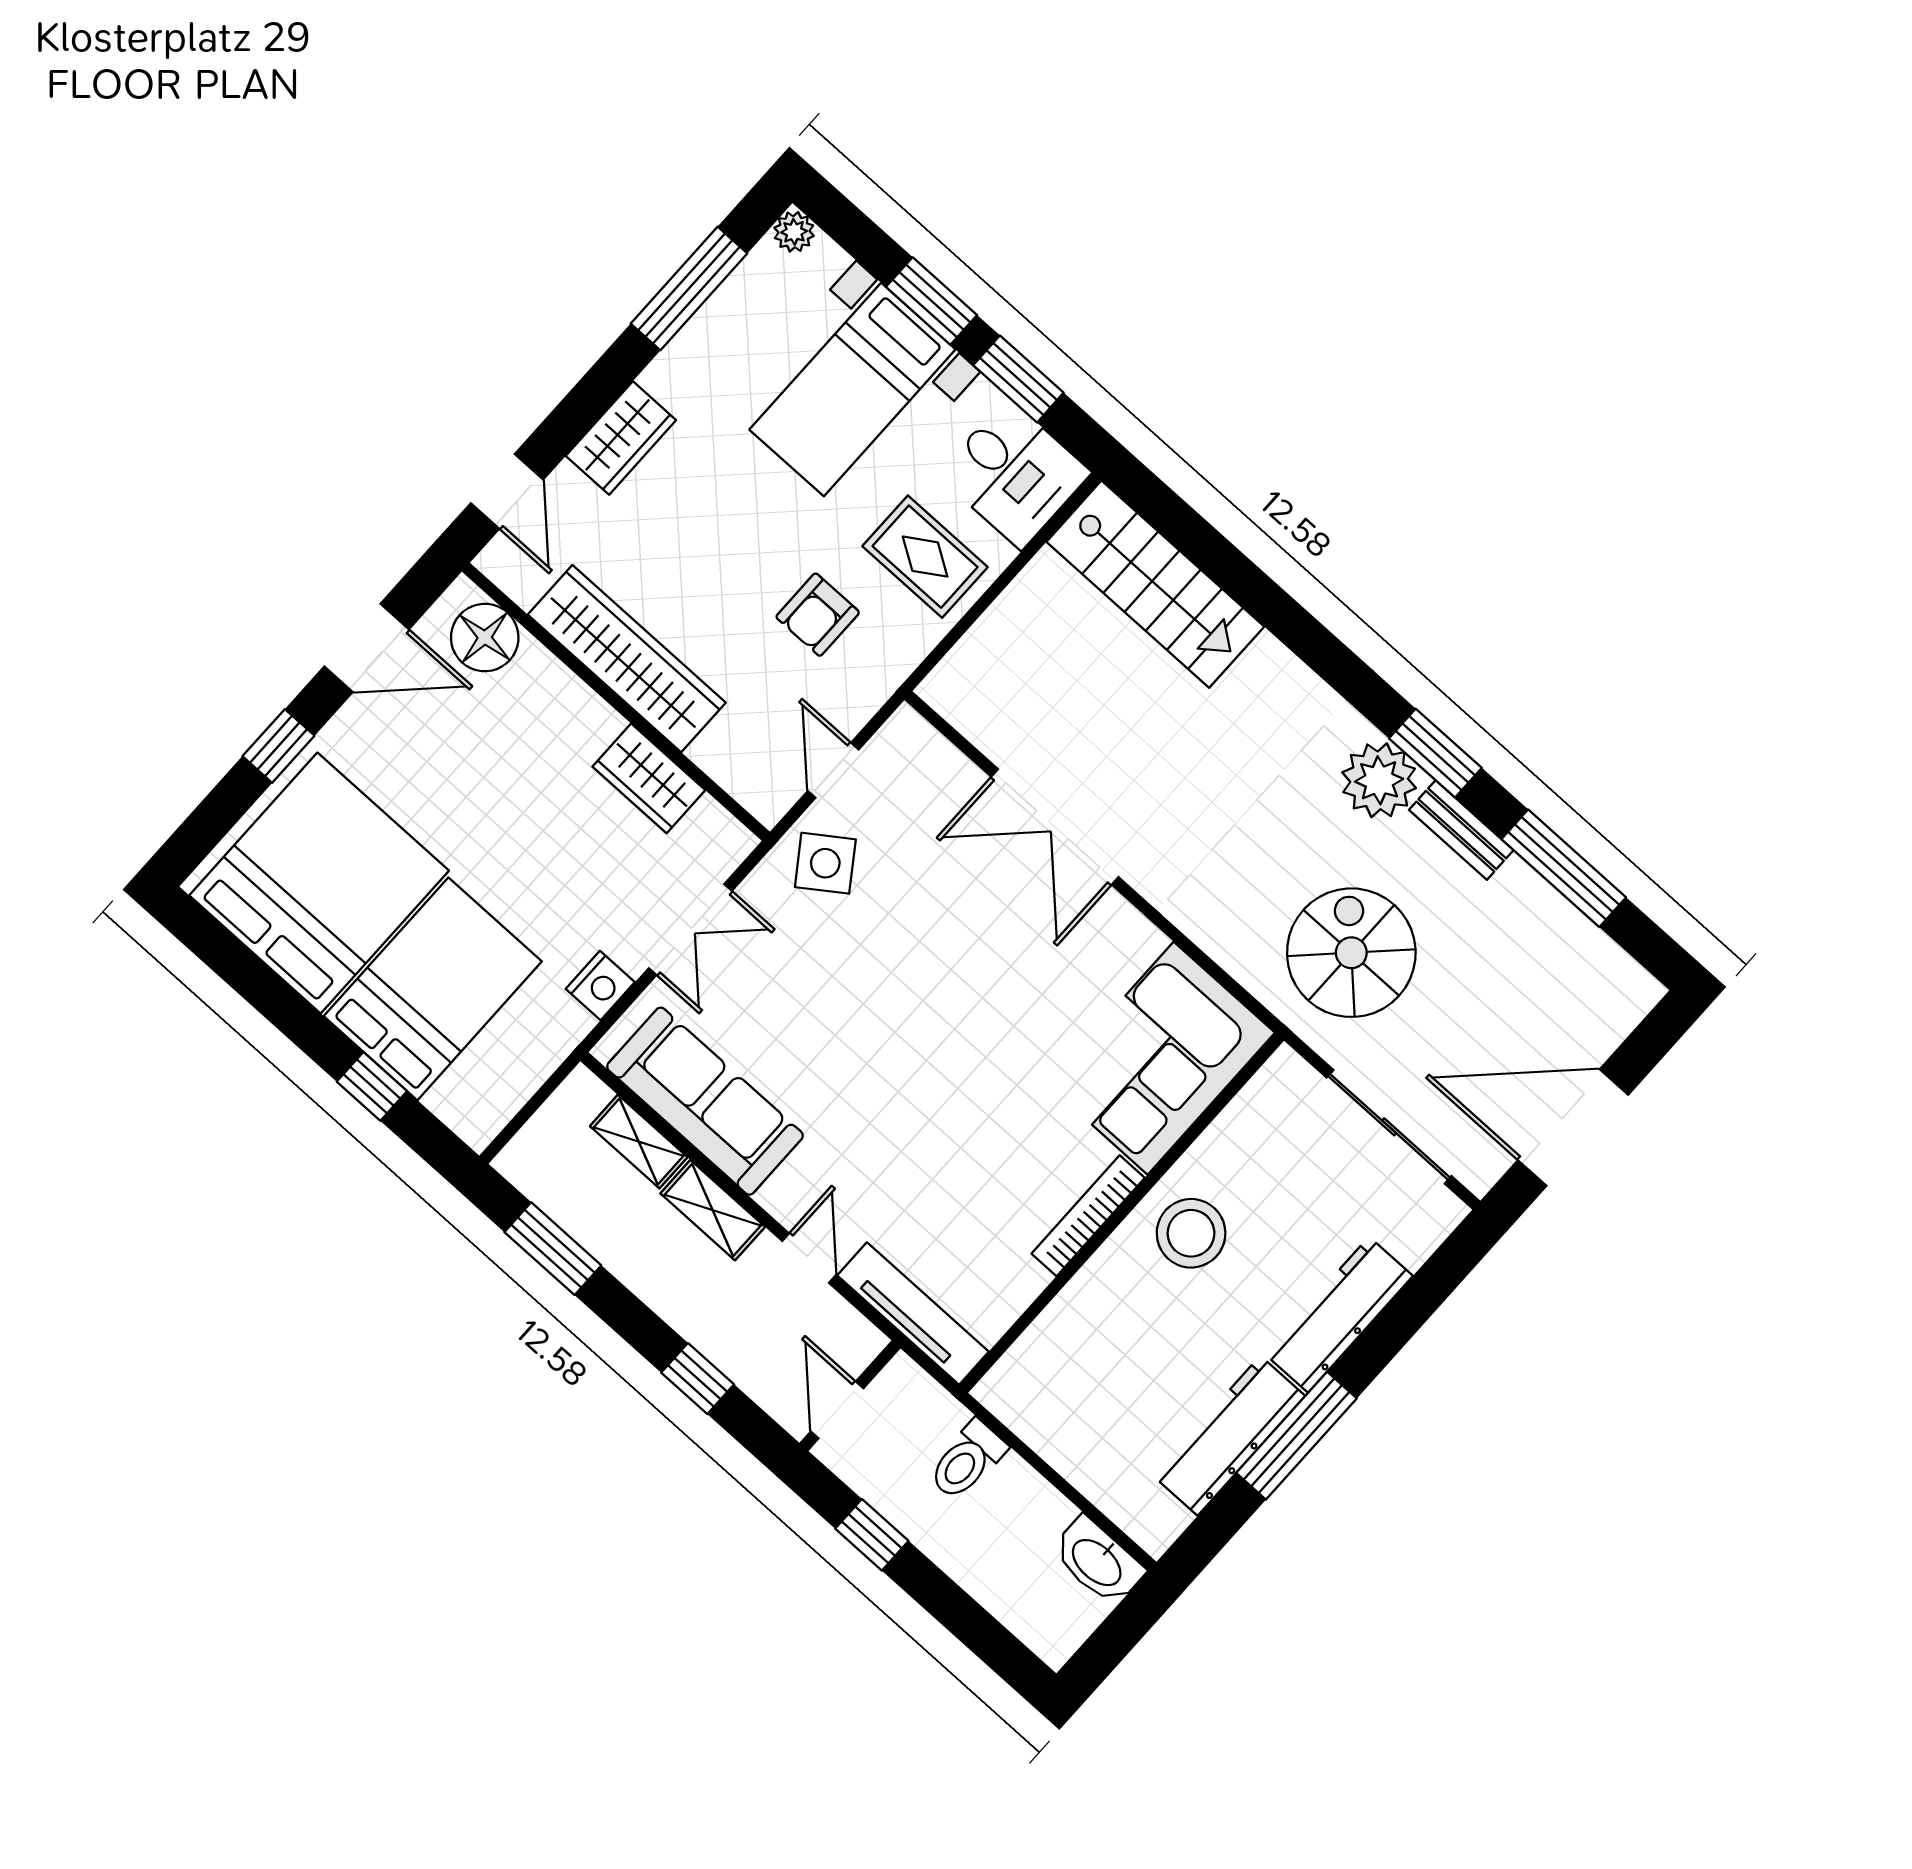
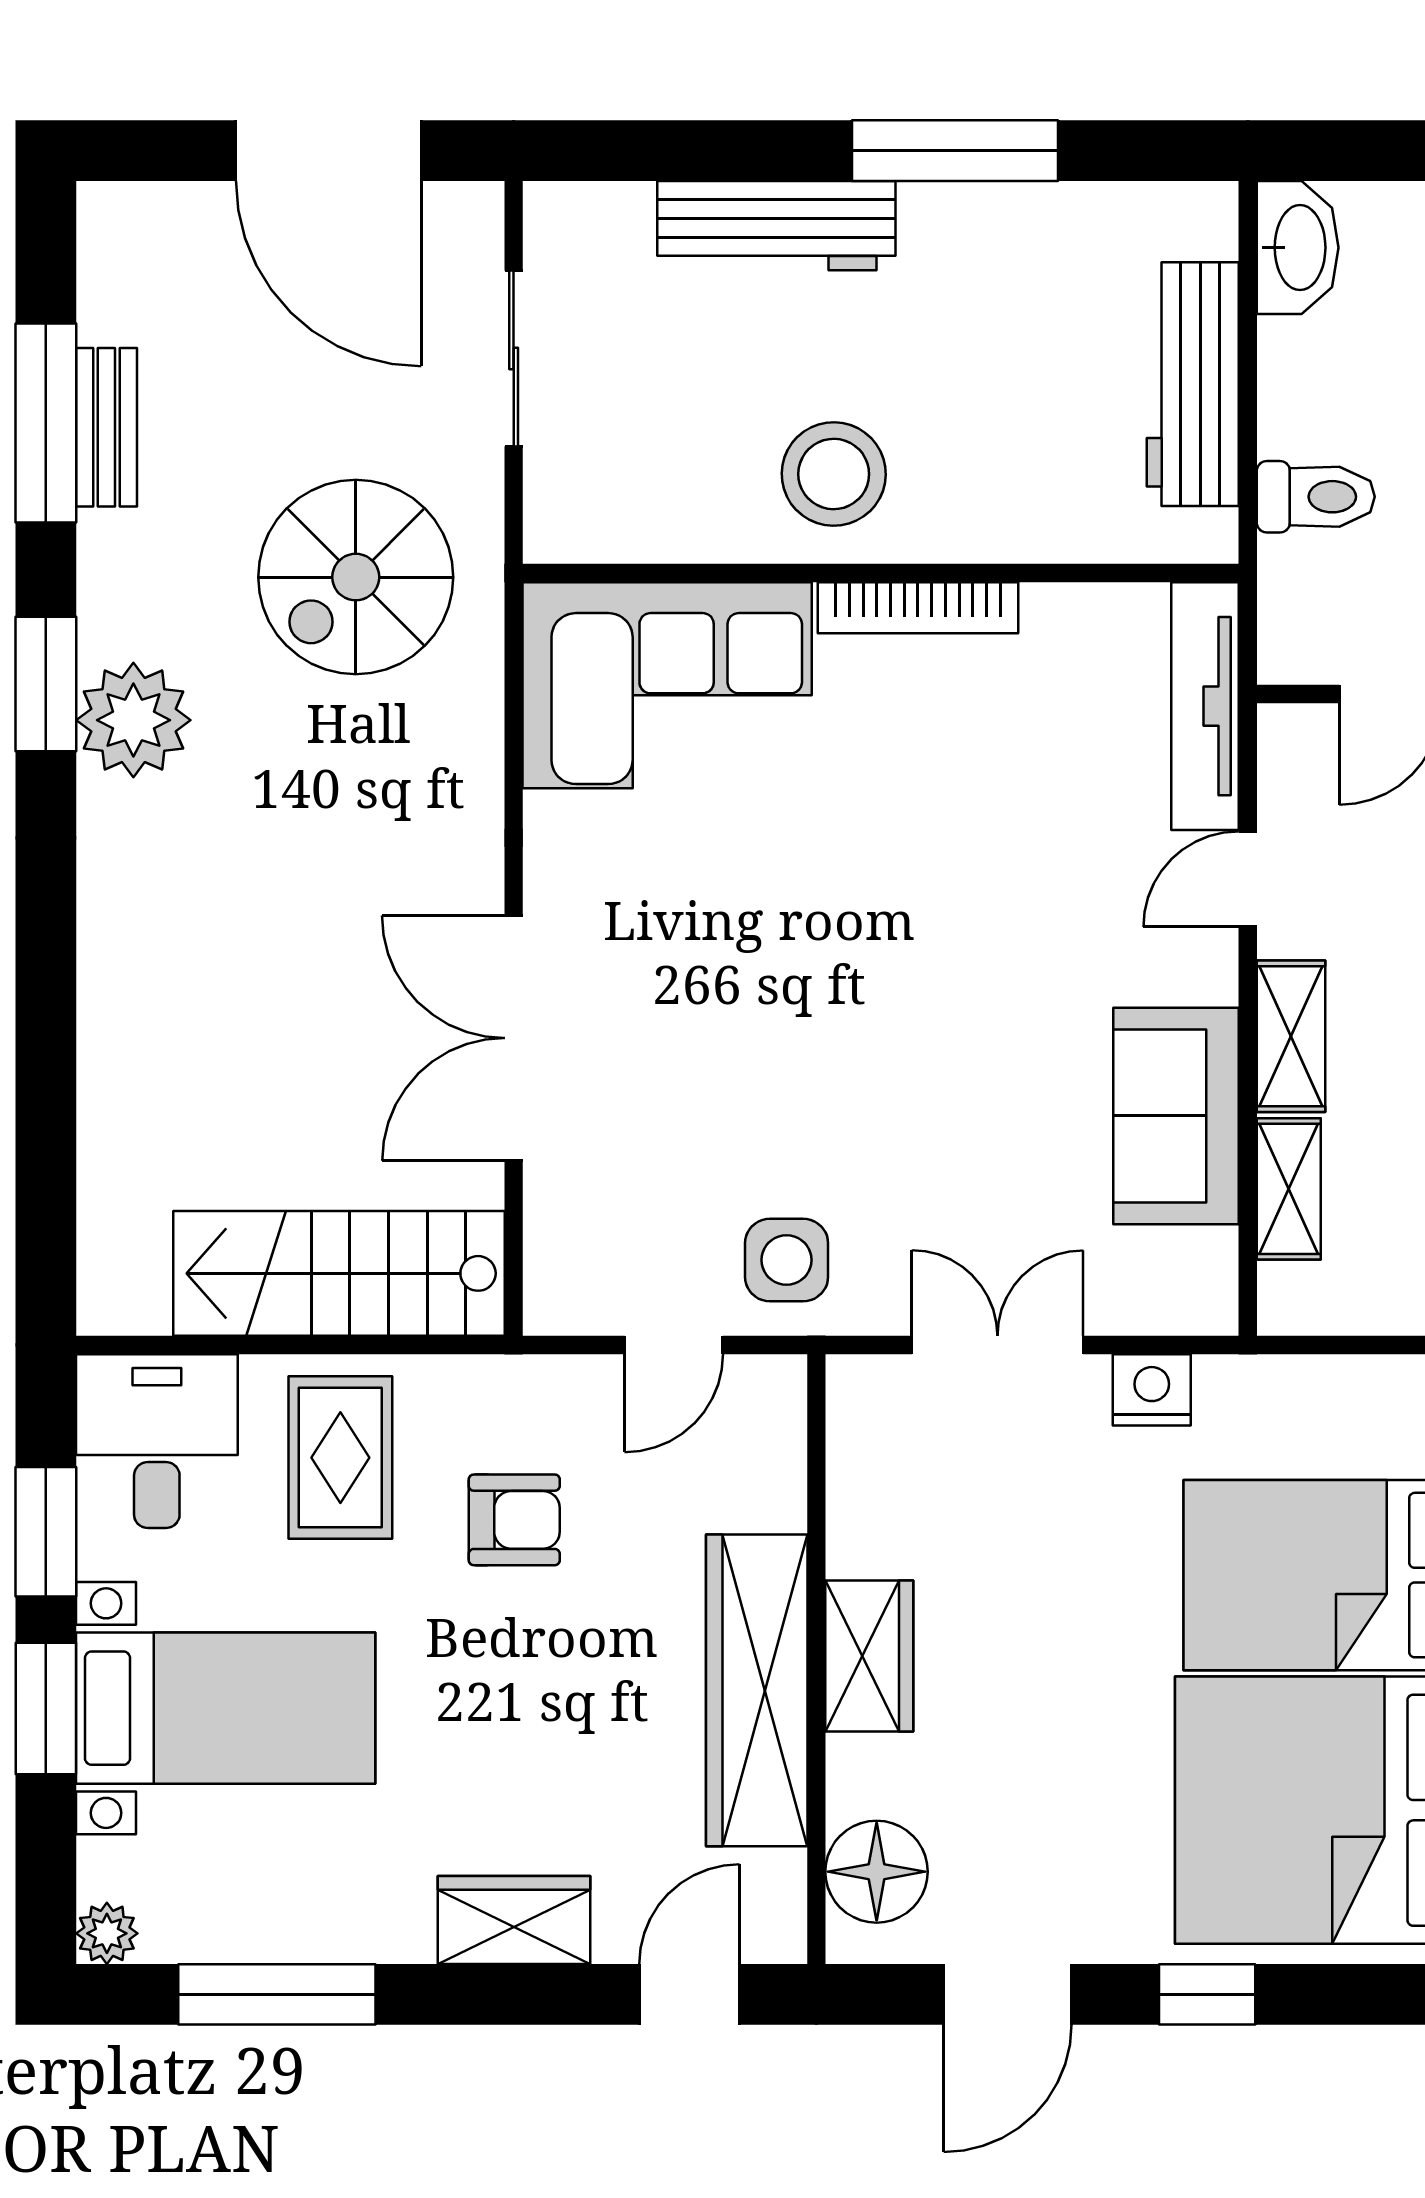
stairs: (1155, 584) -> (339, 1273), moved, turned -90
door: (367, 648) -> (1008, 1994), swing flipped
wardrobe: (649, 778) -> (869, 1656), moved
double door: (1055, 827) -> (514, 1038), swing flipped
bench: (1461, 830) -> (106, 427), moved
side table: (825, 863) -> (787, 1260), turned 35
sofa: (705, 1101) -> (1176, 1116), width x0.73
sliding door: (1389, 1127) -> (514, 359), width x0.73
workbench: (1229, 1436) -> (1193, 384), moved, turned 90

